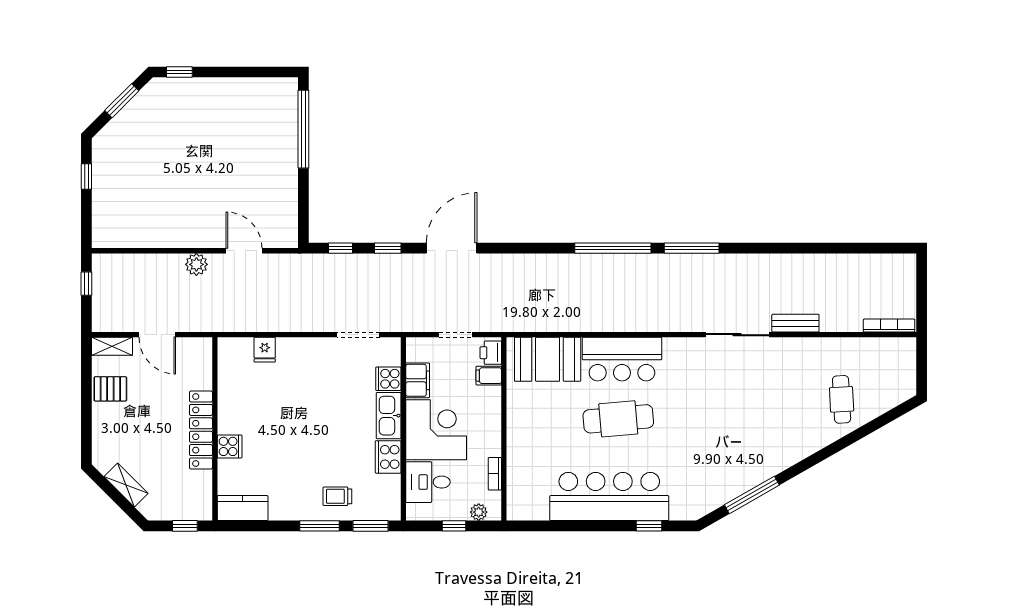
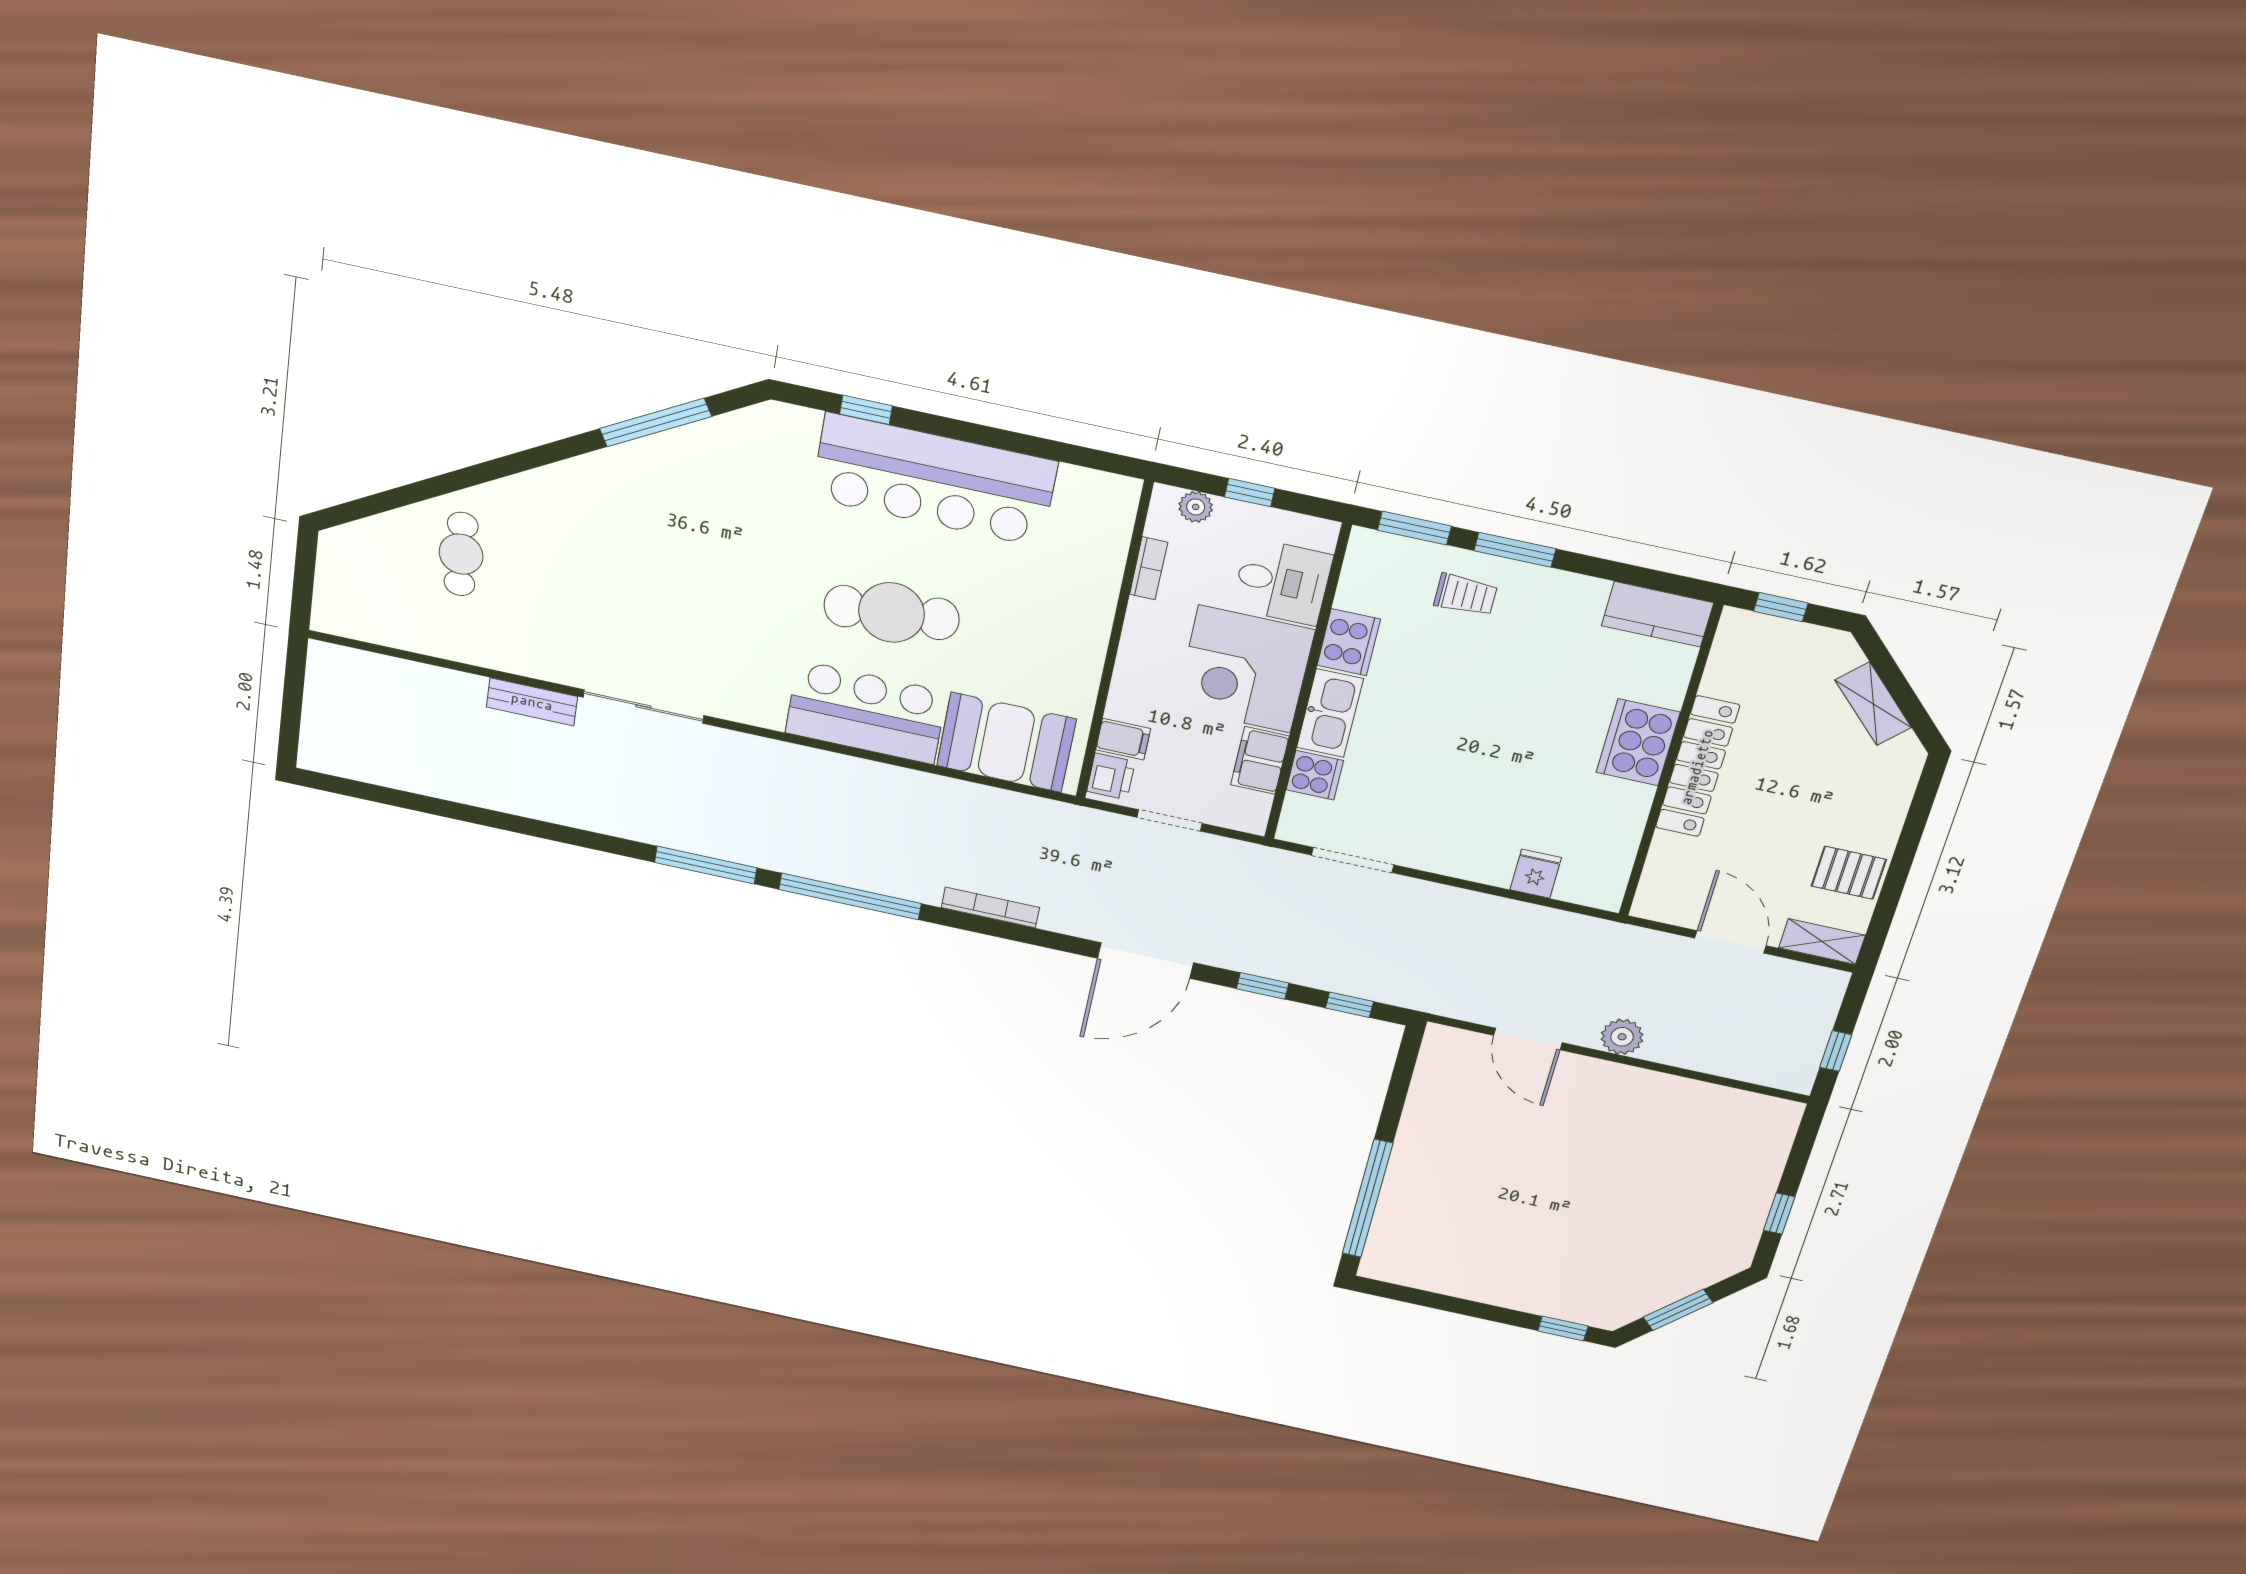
bookcase: (889, 325) -> (990, 907), moved, turned 180
cooker: (230, 446) -> (1638, 742), width x1.87, depth x1.31

